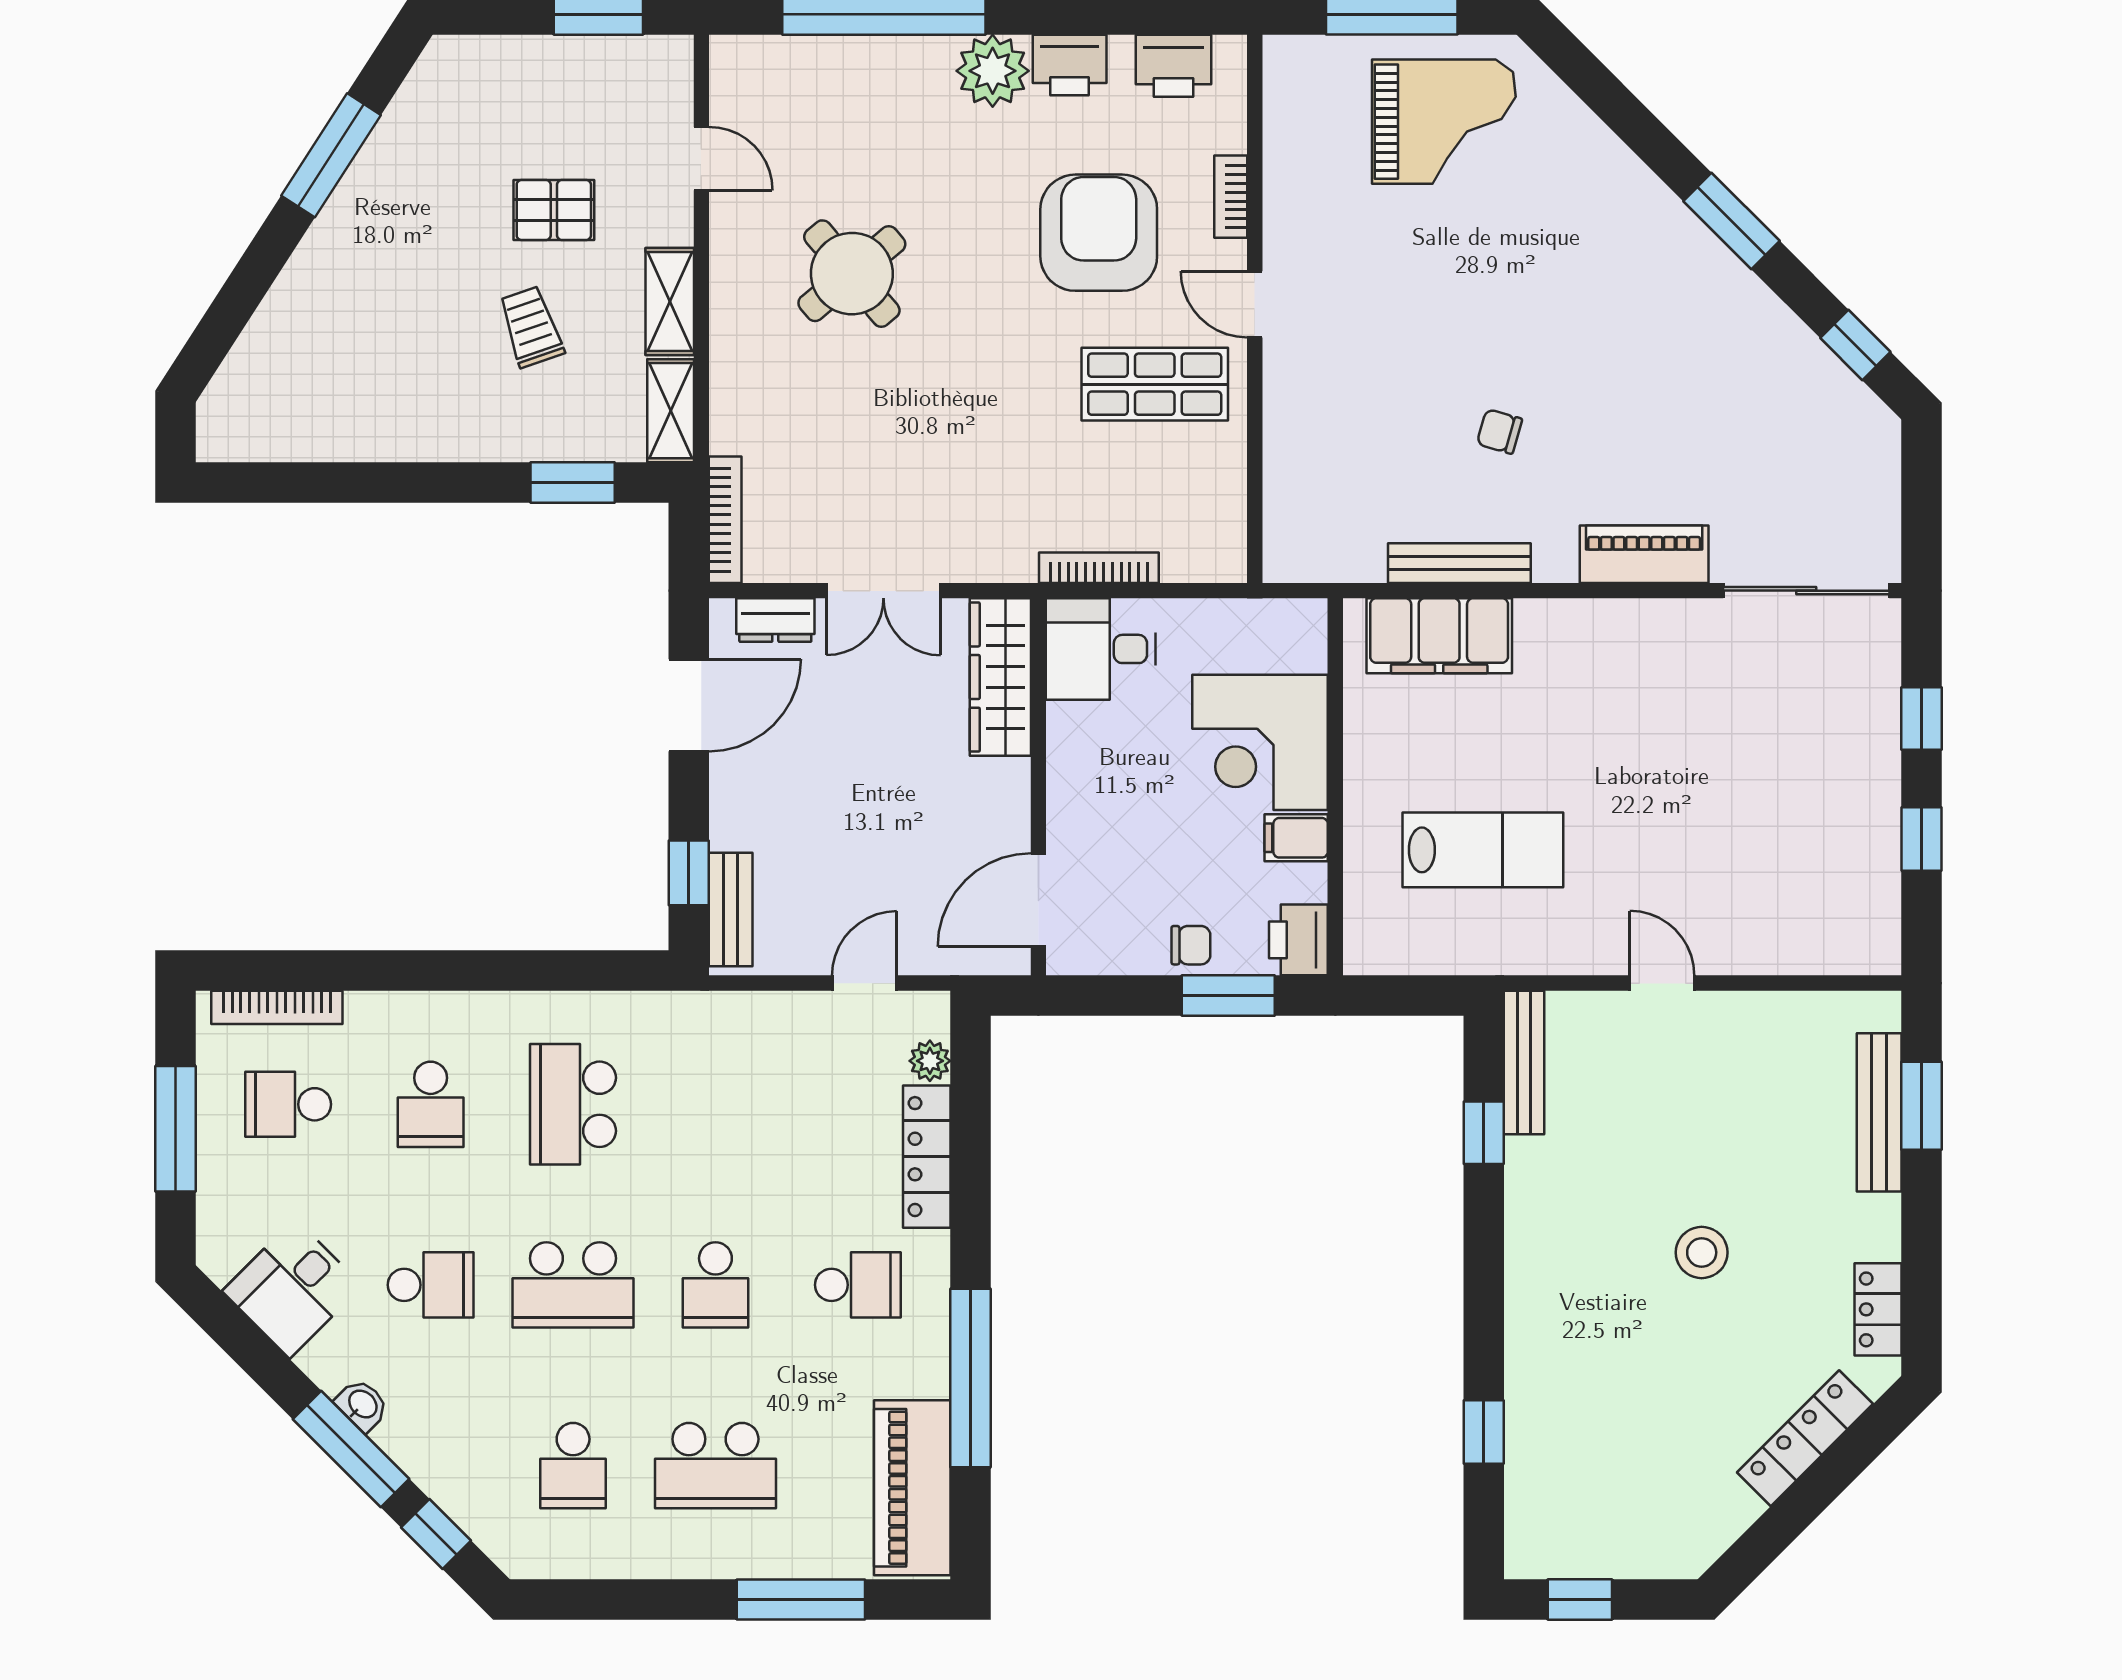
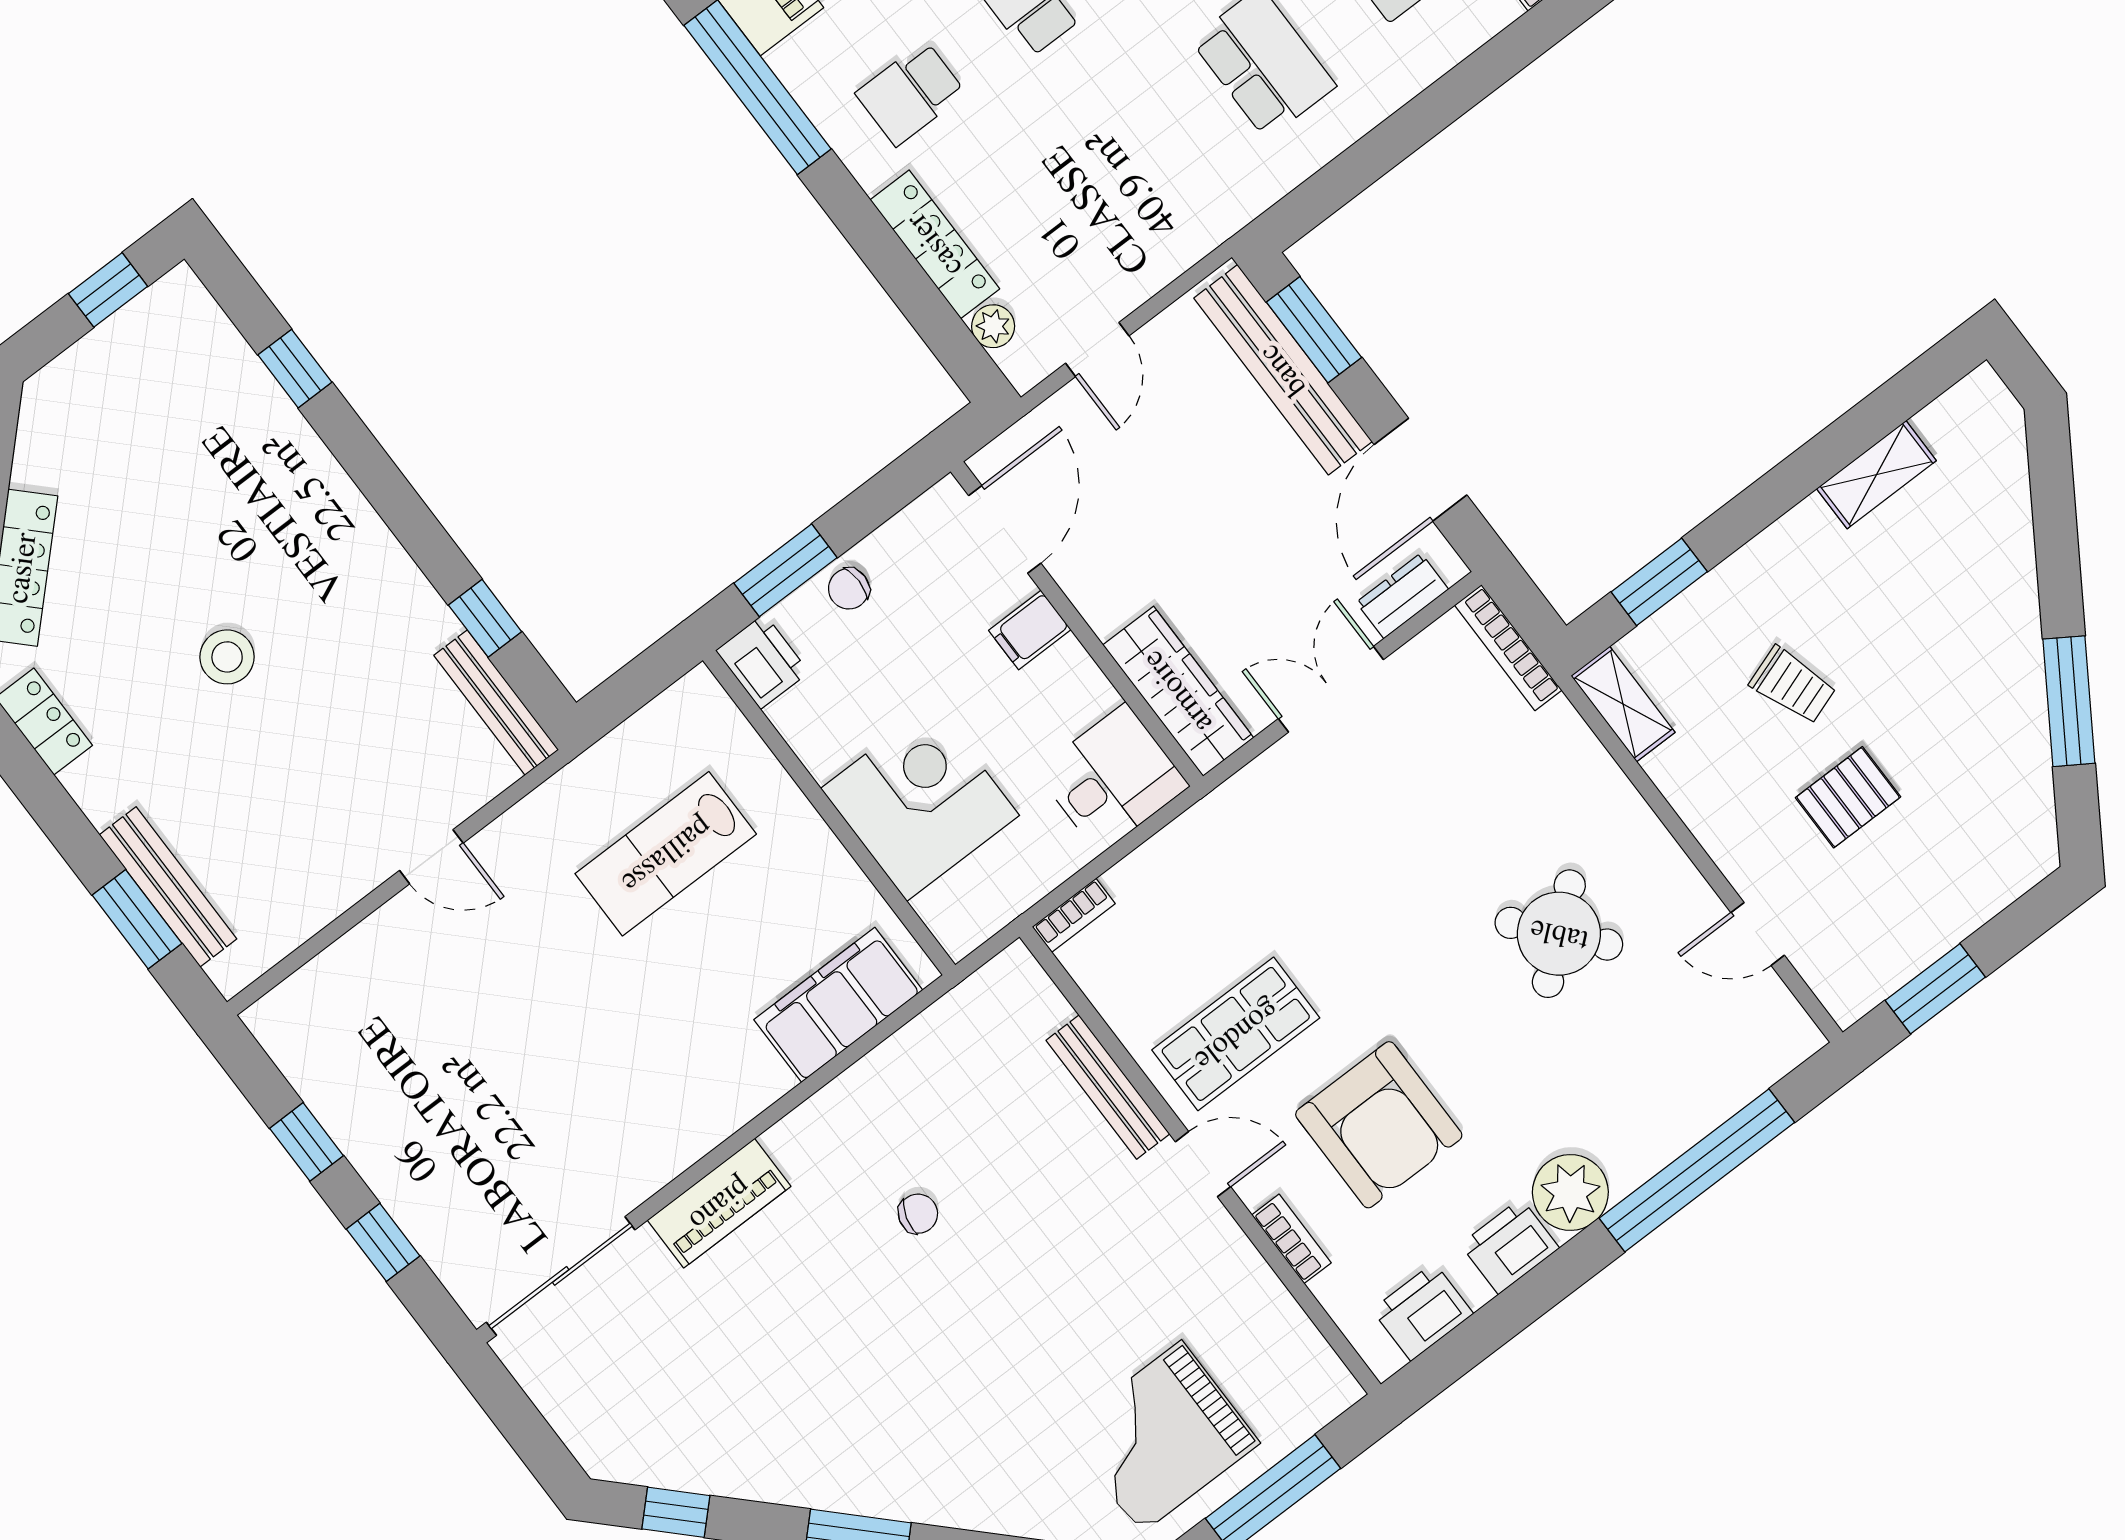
shelving: (670, 301) -> (1876, 475), moved, turned 90
bench: (1459, 563) -> (1108, 1087), moved, turned 90
bookcase: (1099, 568) -> (1074, 915), moved, width x0.64
filing cabinet: (1296, 838) -> (1030, 630), moved, turned 180
window: (689, 873) -> (1314, 330), width x1.50
bench: (731, 909) -> (1283, 370), width x1.86, depth x1.21

